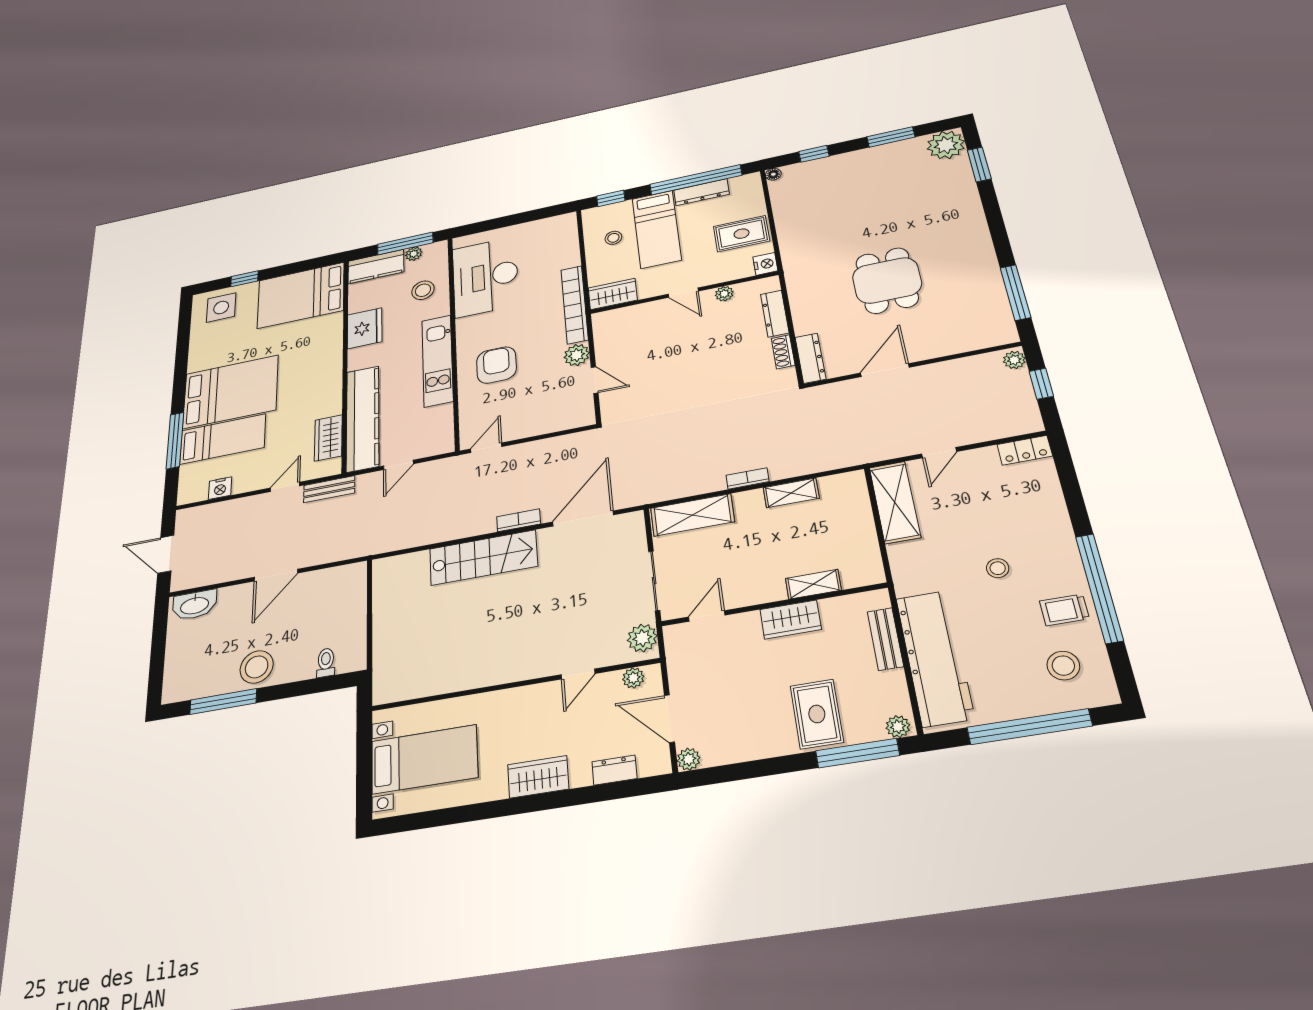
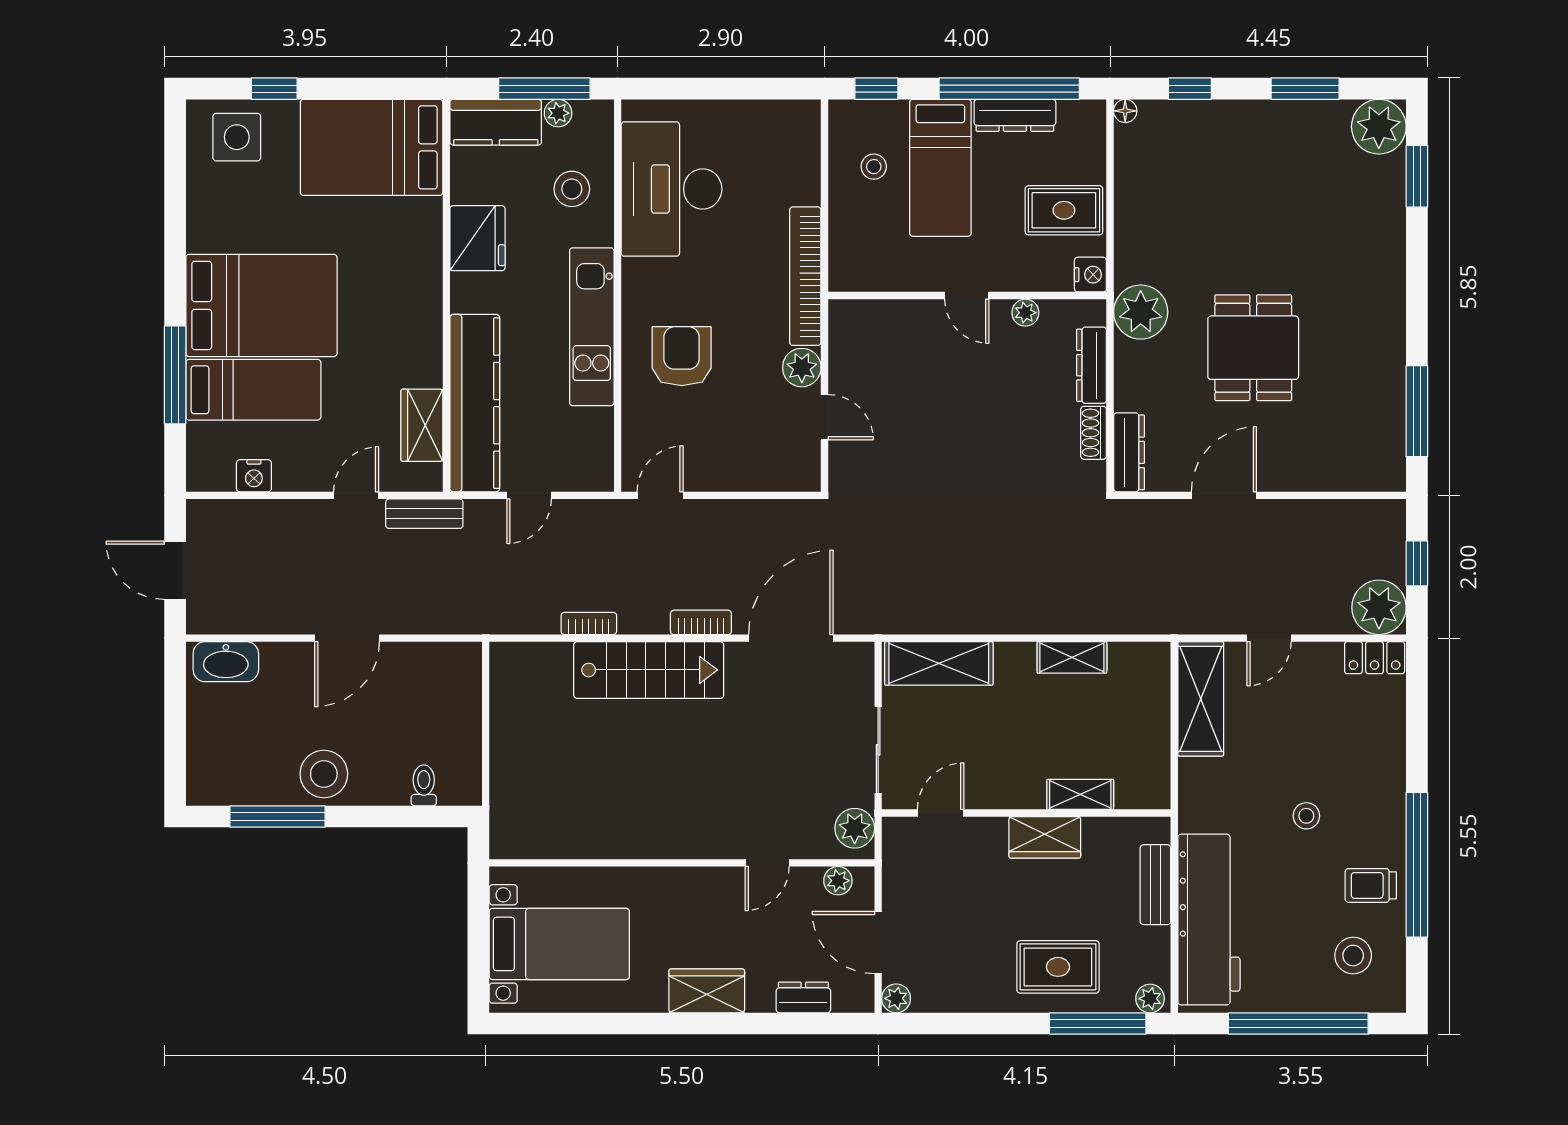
plant: (804, 277) -> (1141, 312), added
wardrobe: (613, 294) -> (864, 271), removed
plant: (1014, 360) -> (1379, 607), moved, width x1.88, depth x1.88
bookcase: (748, 478) -> (589, 623), moved
rug: (817, 714) -> (1058, 967), turned 90

